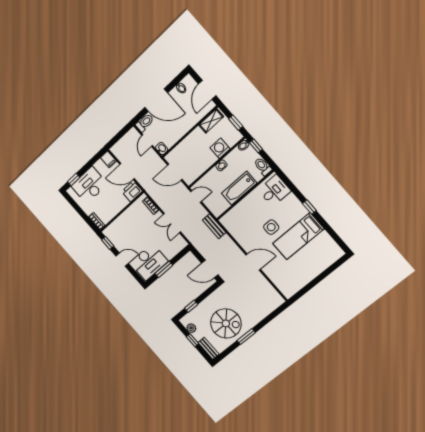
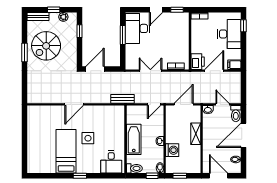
shelving: (211, 121) -> (196, 134), moved

